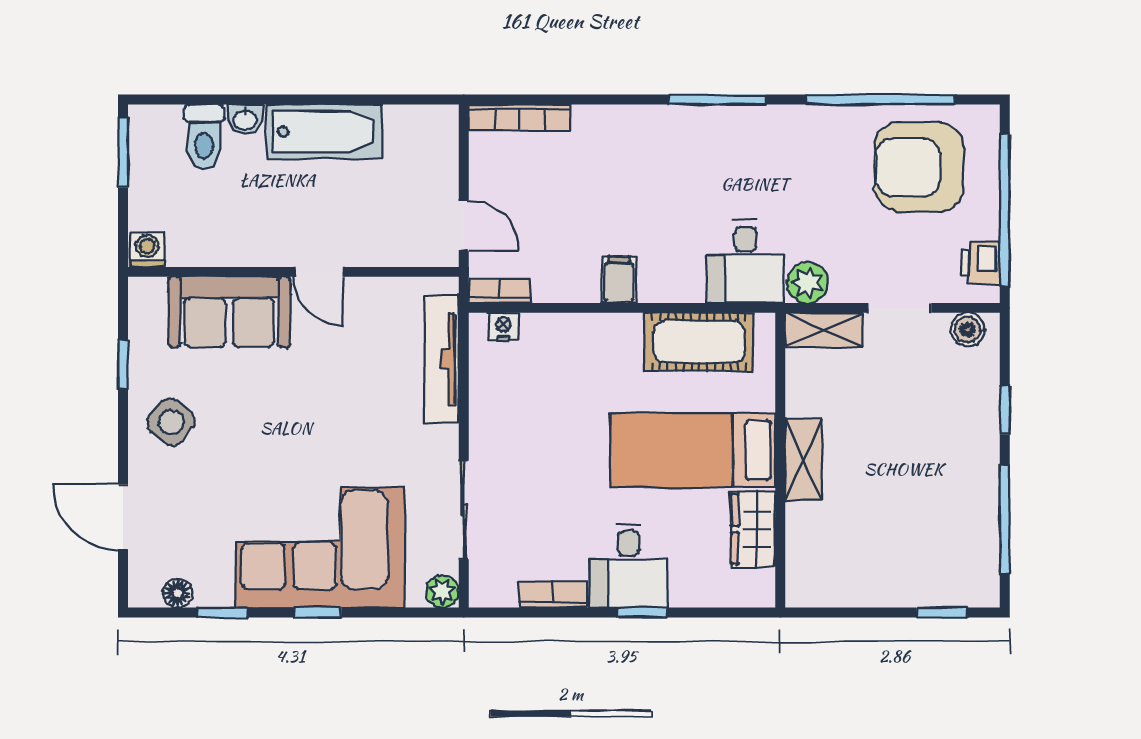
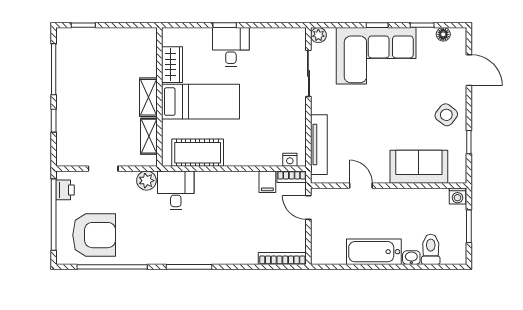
window: (123, 152) -> (469, 226), moved
door: (319, 272) -> (361, 186), moved
filing cabinet: (619, 280) -> (267, 182), moved
shelving: (824, 330) -> (149, 136), moved, turned 90
boiler: (968, 330) -> (71, 158), removed
bookcase: (553, 594) -> (266, 34), removed

